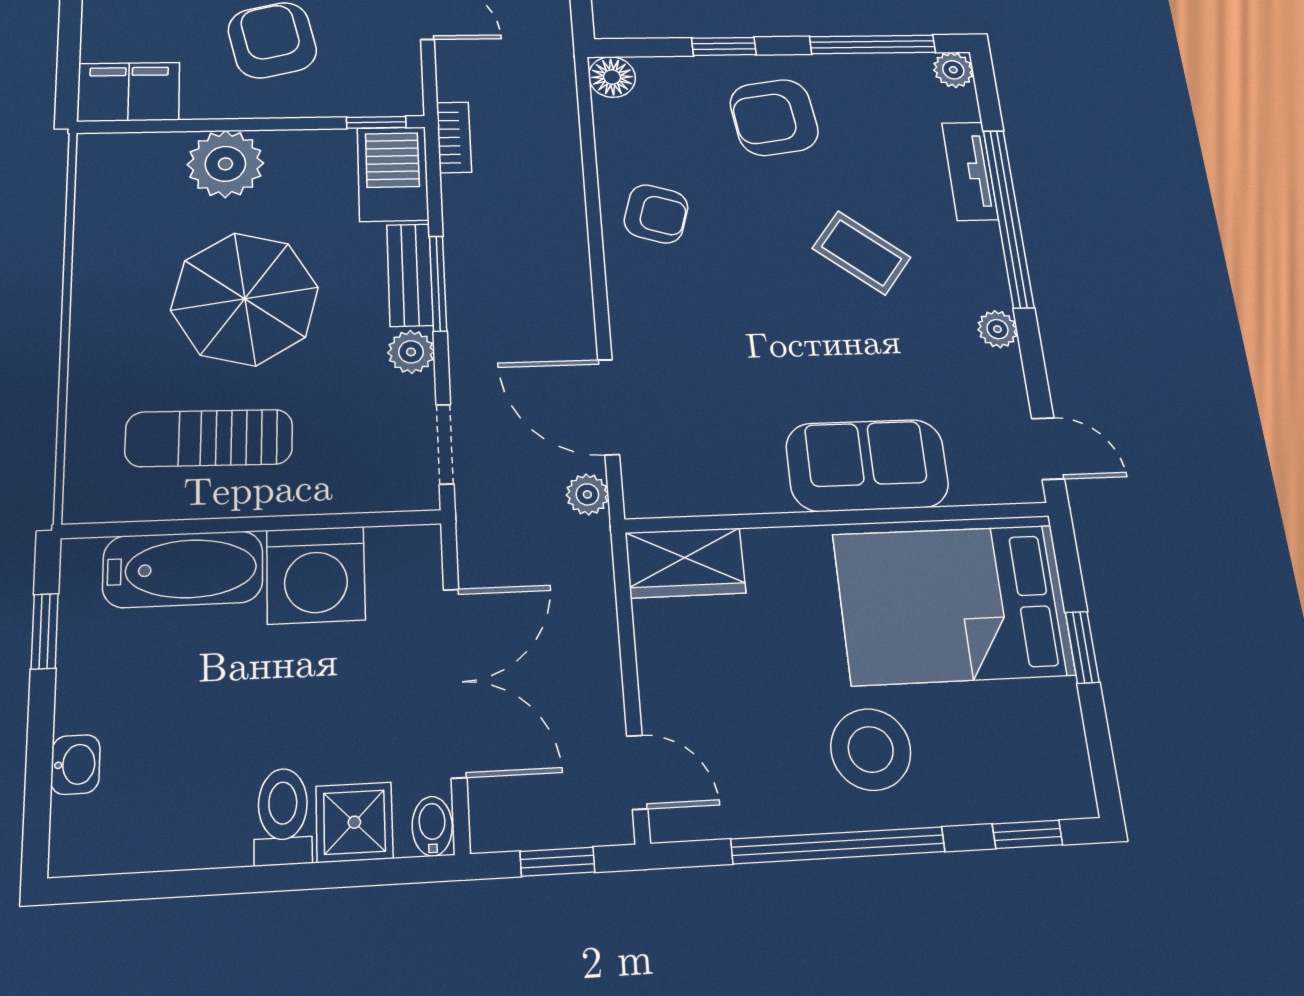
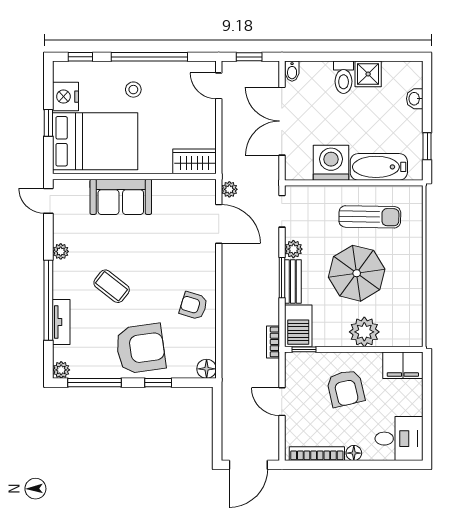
armchair: (774, 117) -> (141, 349), width x1.36, depth x1.36
nightstand: (1049, 721) -> (66, 97), added
stool: (871, 749) -> (133, 90), width x0.53, depth x0.53
shower: (354, 822) -> (368, 74), moved

